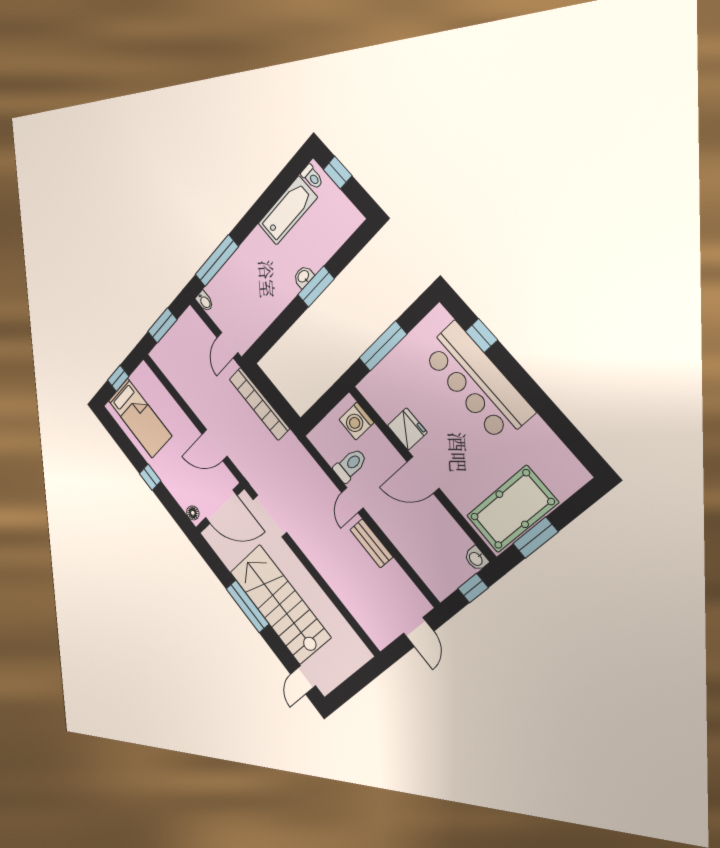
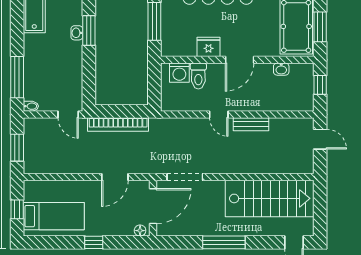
toilet: (350, 465) -> (198, 76), moved, turned 180
washbasin: (476, 559) -> (281, 69), moved
stairs: (280, 604) -> (270, 198), moved, turned 180

